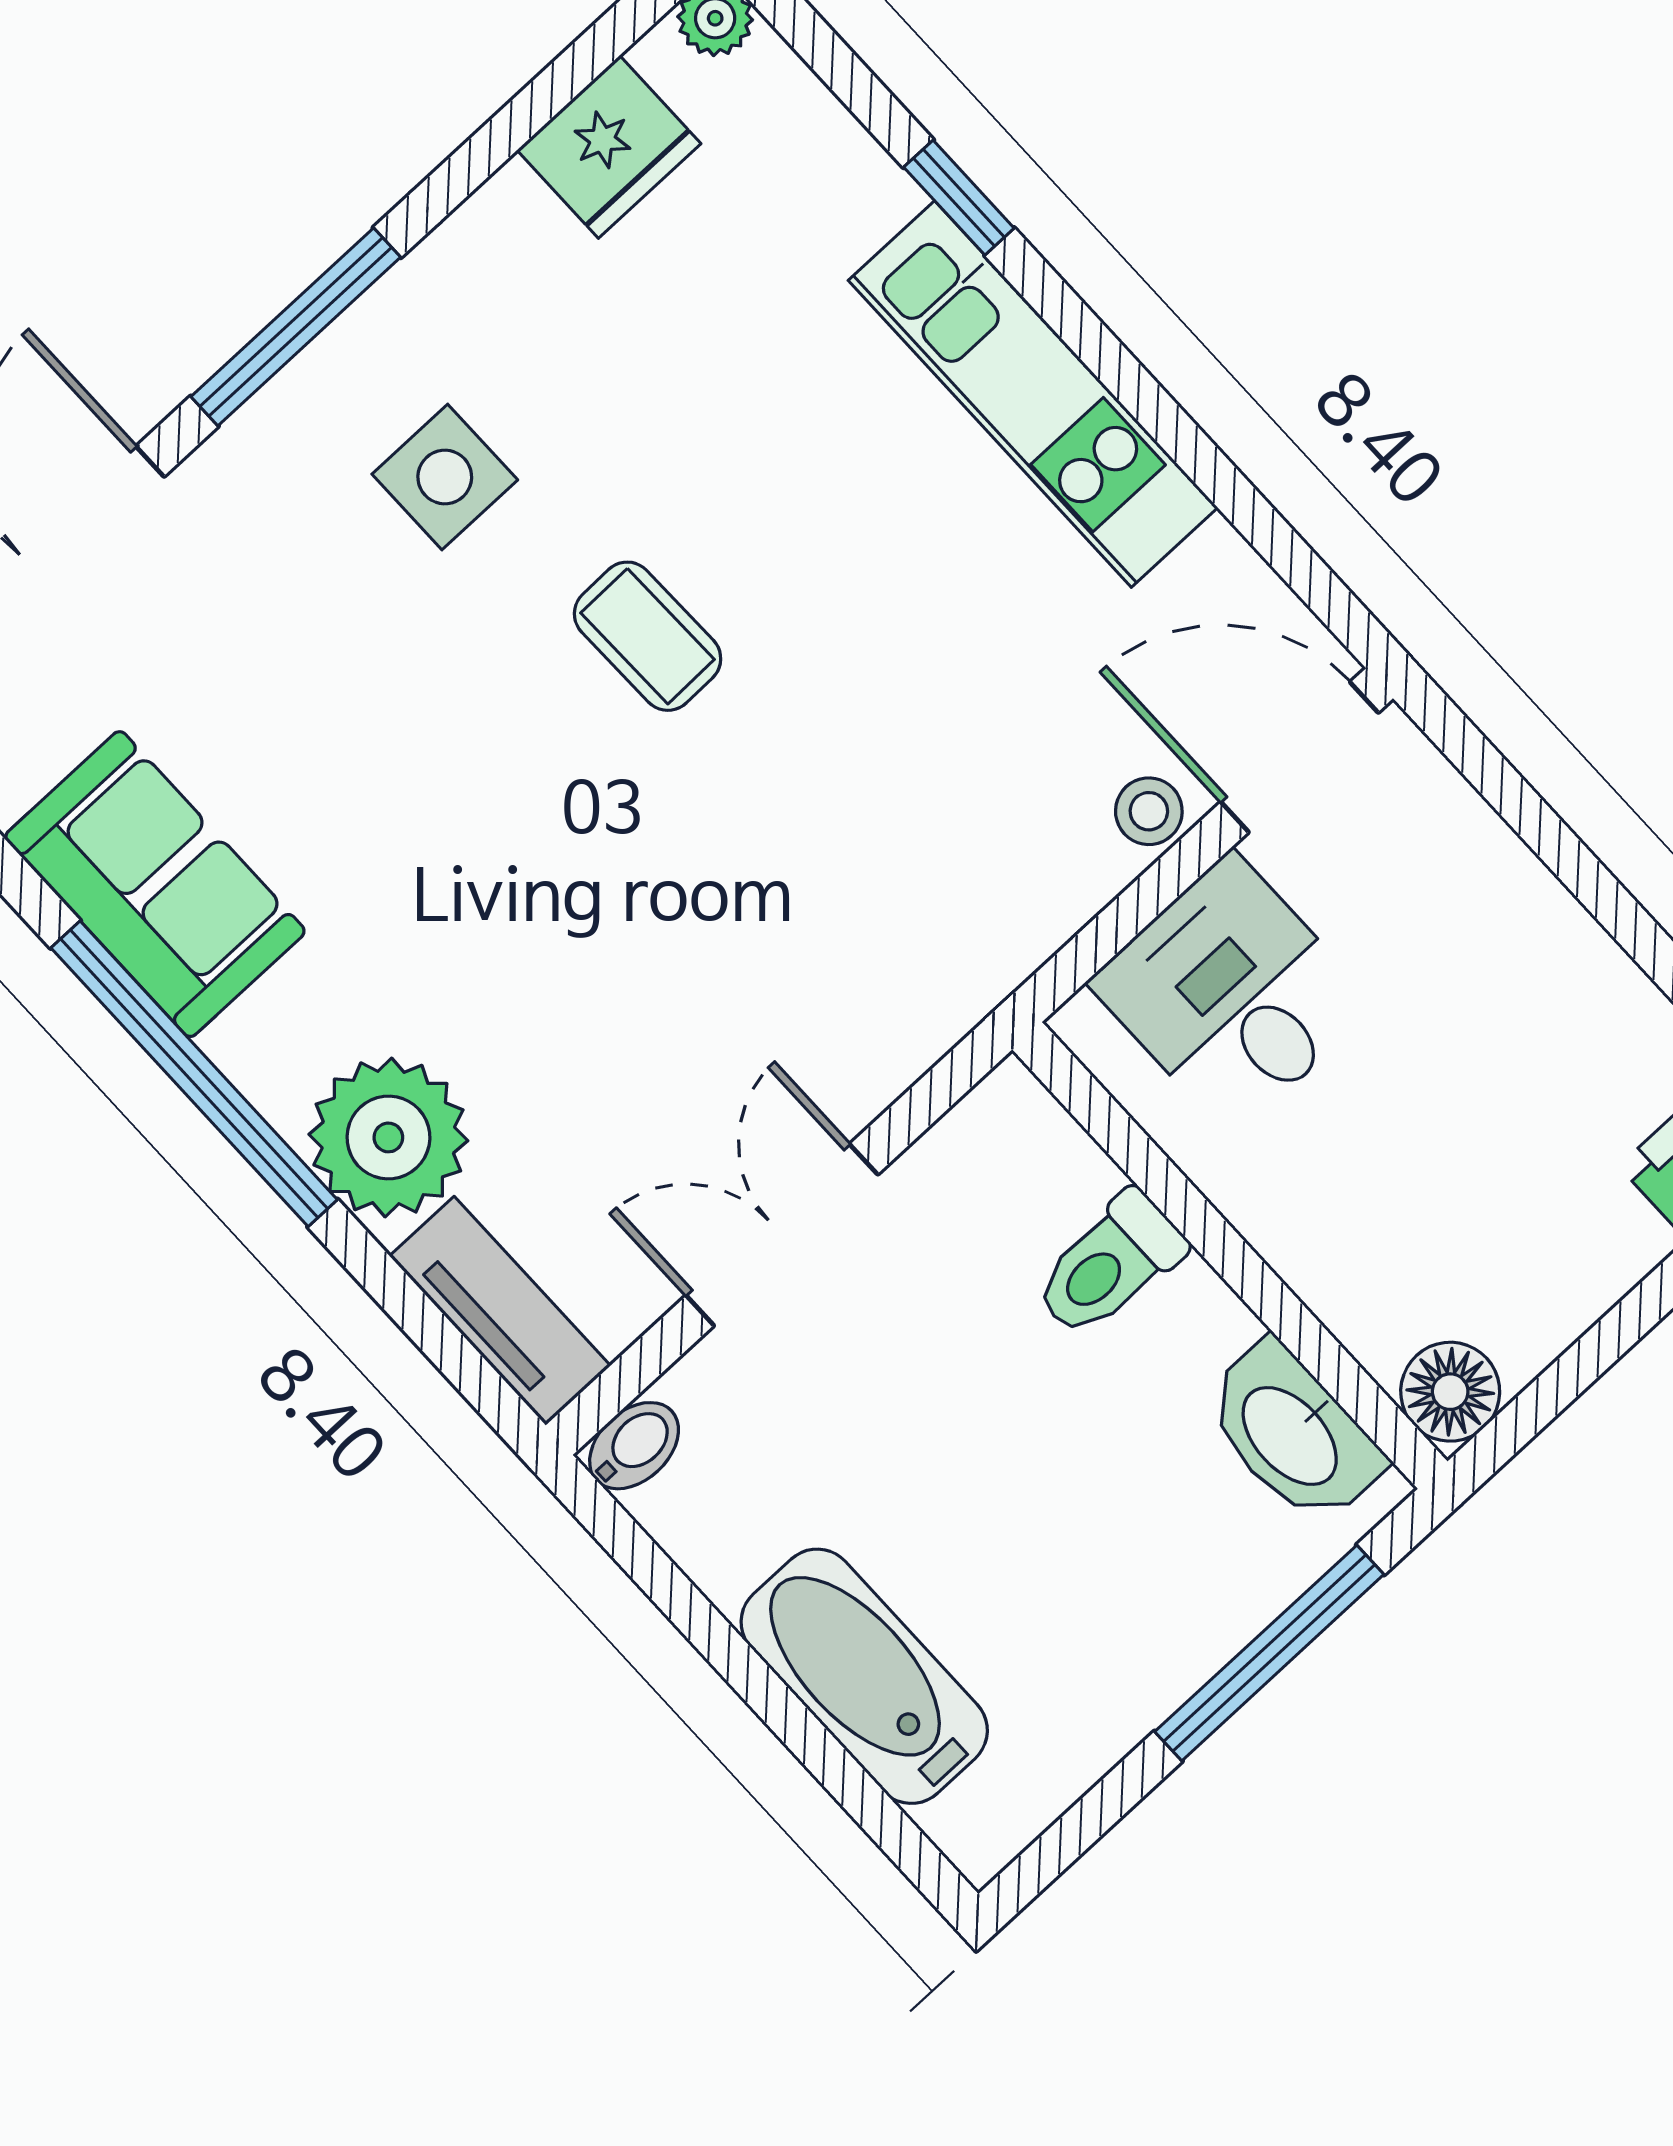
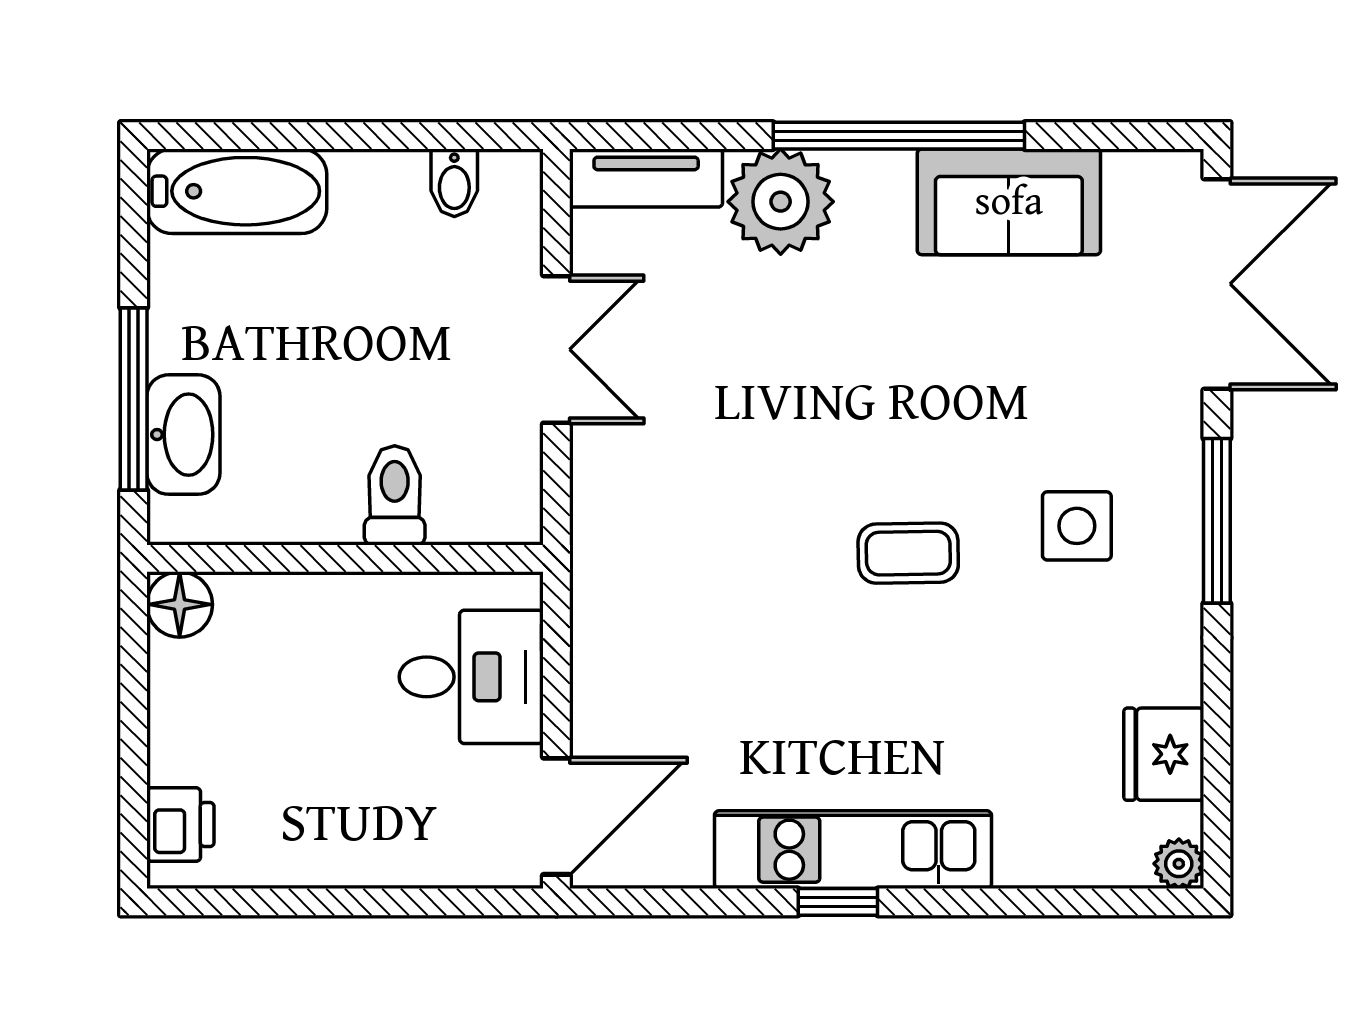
window: (959, 198) -> (838, 902), moved
stool: (1149, 811) -> (598, 719), removed
washbasin: (1292, 1434) -> (183, 435), moved, turned 90
bidet: (634, 1446) -> (454, 183), moved
bathtub: (864, 1676) -> (237, 191), moved

